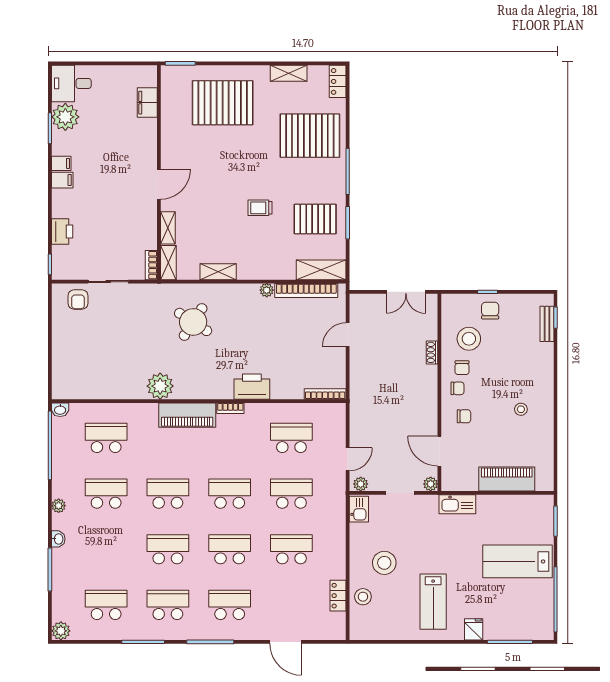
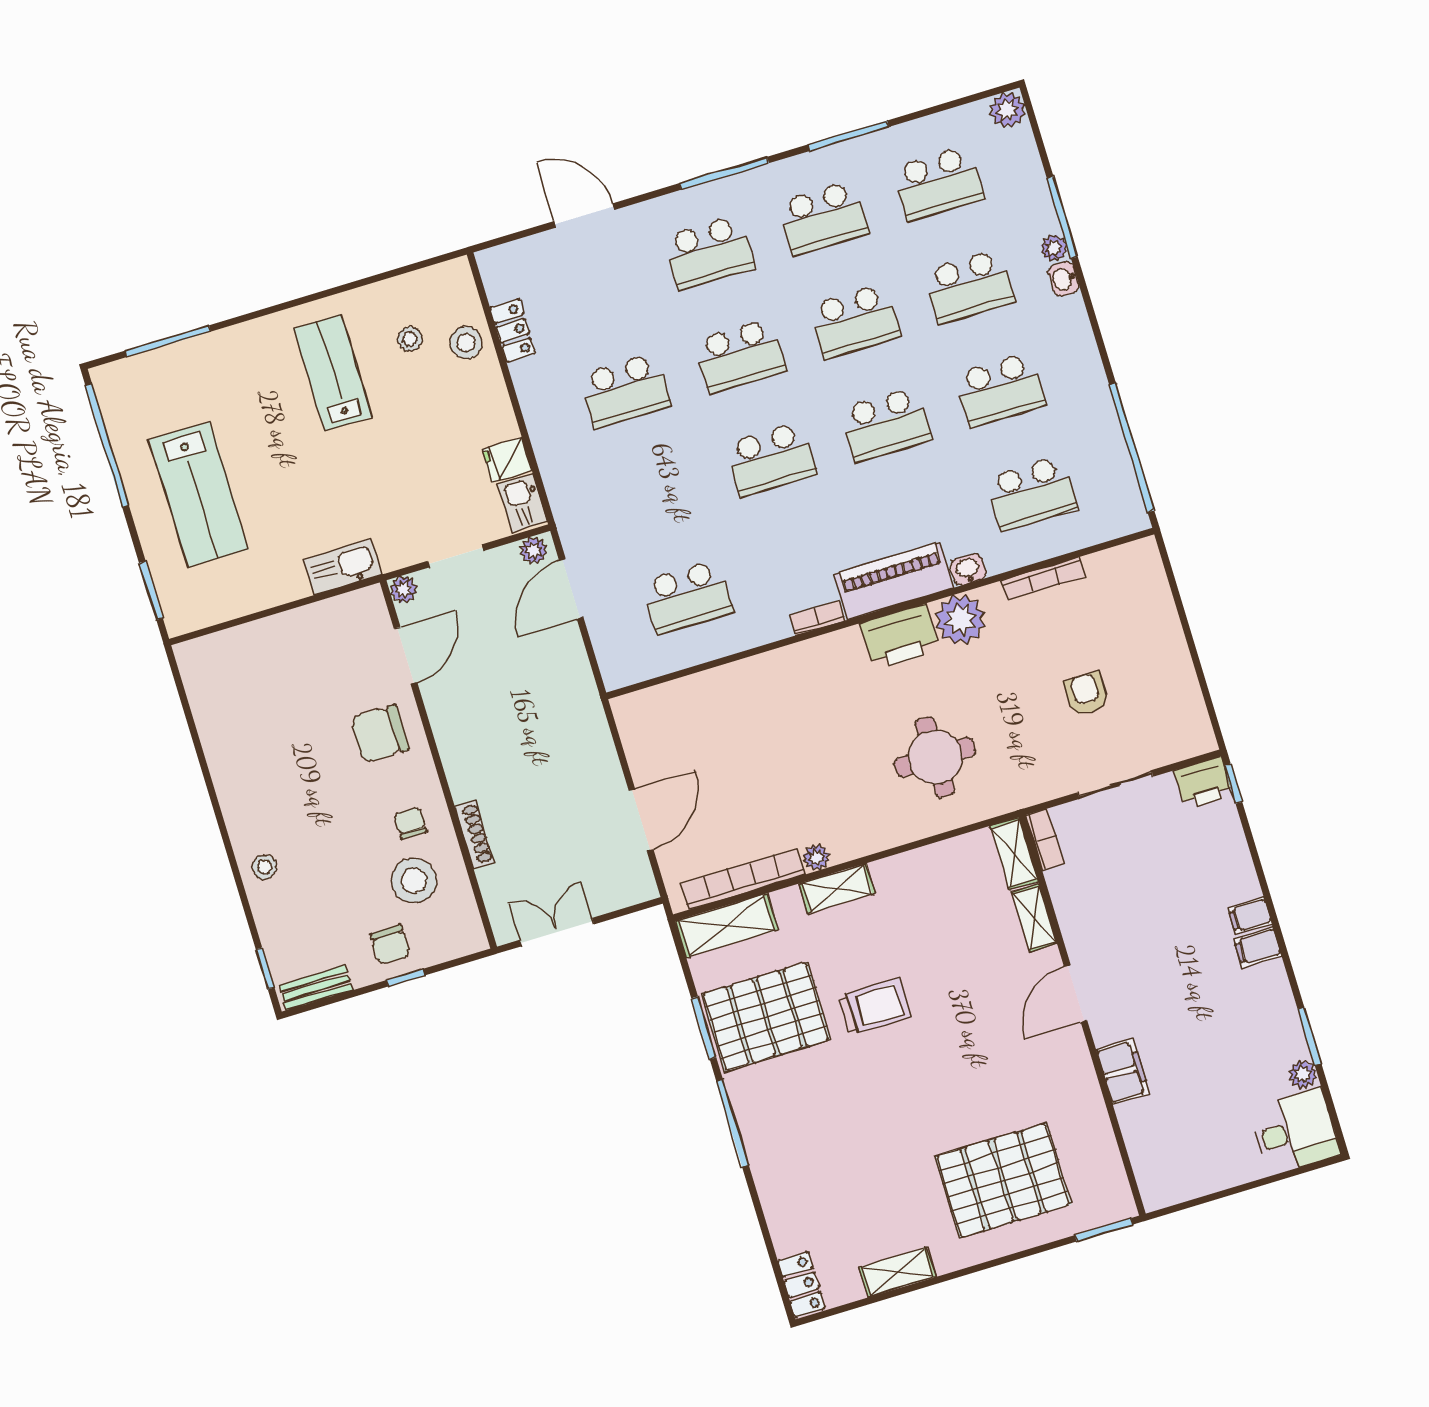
filing cabinet: (147, 103) -> (1123, 1072), moved
plant: (65, 117) -> (1303, 1074), width x0.53, depth x0.53
pallet: (310, 136) -> (823, 1168), removed
filing cabinet: (61, 163) -> (1250, 916), moved
trolley: (260, 208) -> (875, 1006), width x1.36, depth x1.39
pallet: (315, 219) -> (766, 1017), width x1.37, depth x1.41
printer: (62, 232) -> (1203, 783), moved, turned -90
shelving: (218, 272) -> (837, 888), moved
armchair: (78, 299) -> (1086, 694), moved
round table: (193, 322) -> (935, 757), turned -33
bench: (547, 324) -> (316, 988), moved, turned 90
door: (348, 335) -> (641, 820), width x1.38
shoe rack: (432, 352) -> (475, 835), width x1.43
printer: (252, 387) -> (900, 637), moved
chair: (457, 388) -> (407, 782), removed
bookcase: (325, 394) -> (1043, 579), moved
stool: (521, 409) -> (265, 867), moved
washbasin: (60, 410) -> (968, 570), moved
chair: (464, 416) -> (380, 734), width x1.87, depth x1.87
door: (439, 451) -> (405, 655), hinge flipped
door: (348, 459) -> (571, 589), width x1.38
piano: (507, 479) -> (265, 641), removed
school desk: (291, 494) -> (969, 287), moved
plant: (59, 506) -> (1054, 248), moved
lab bench: (517, 561) -> (199, 494), turned 90
stool: (384, 563) -> (410, 339), moved, width x0.53, depth x0.53
fridge: (474, 629) -> (507, 460), moved, turned 90

